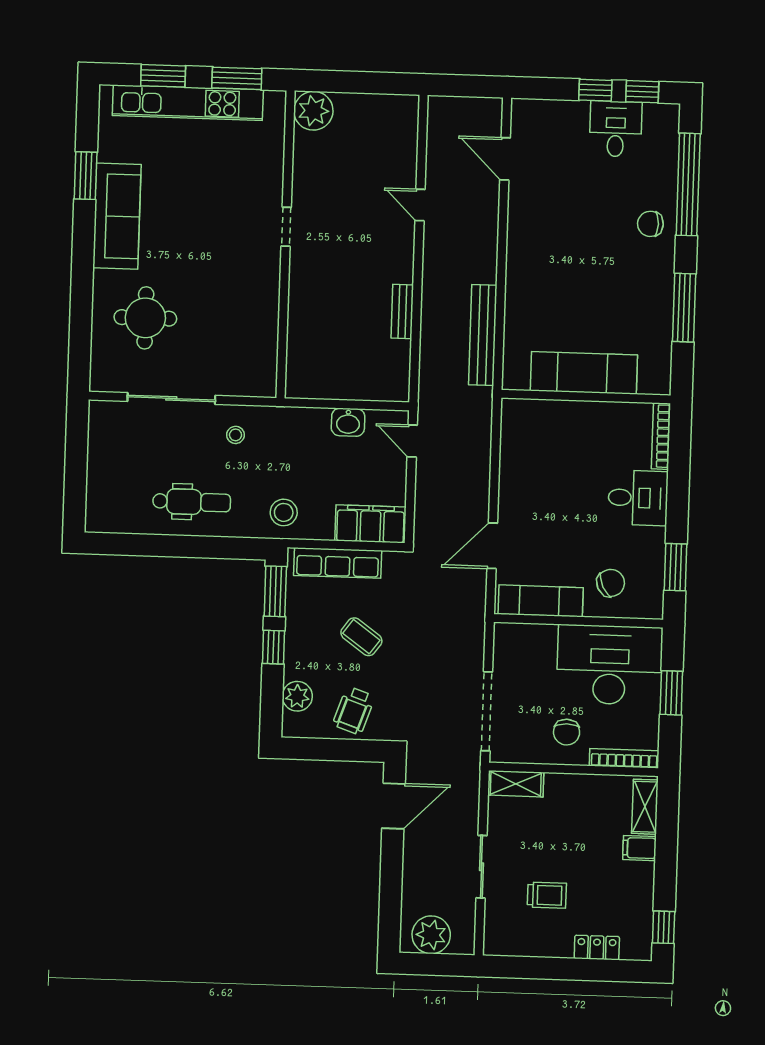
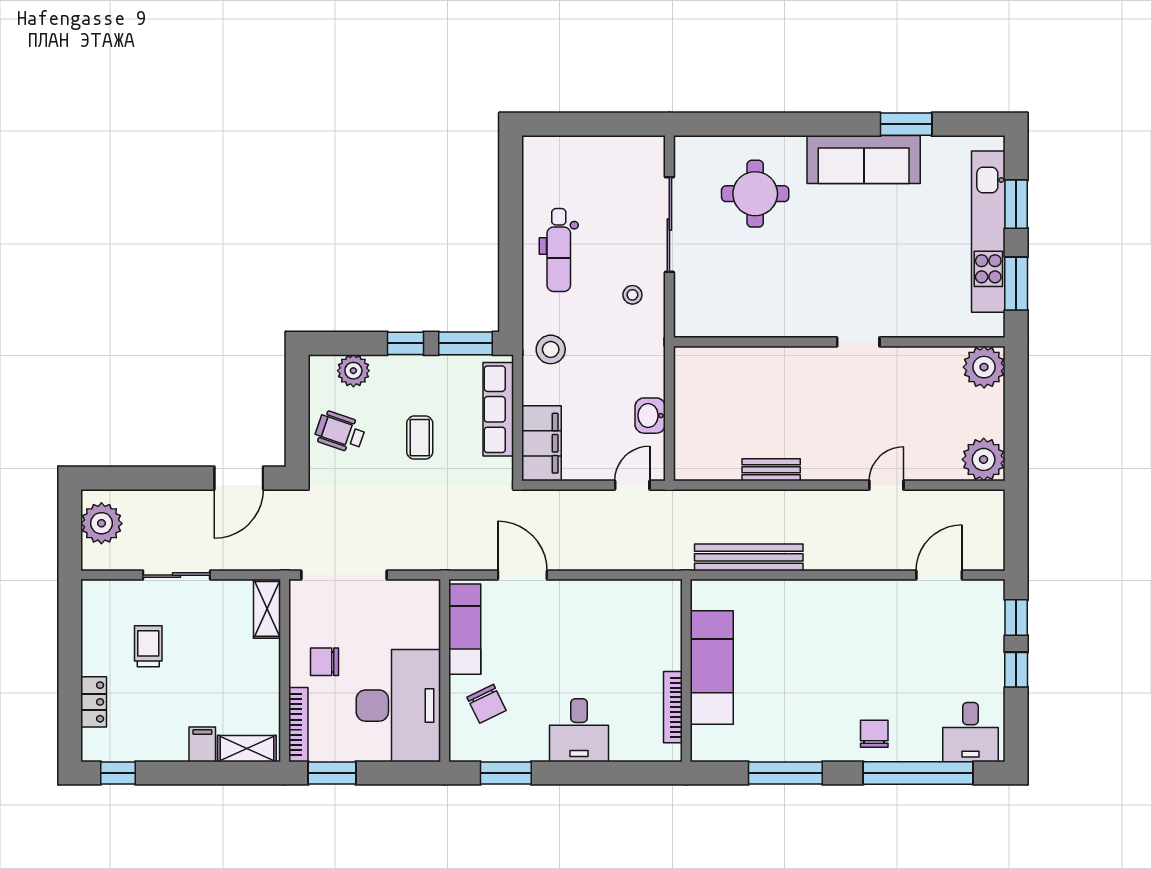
window: (642, 92) -> (1016, 618), moved
plant: (399, 114) -> (984, 459), added
desk: (616, 129) -> (971, 732), moved, turned 90
bookcase: (661, 436) -> (673, 707), moved, turned -90
coffee table: (361, 637) -> (420, 438), turned -36
window: (671, 693) -> (332, 773), moved
door: (393, 806) -> (239, 478), hinge flipped
trolley: (547, 895) -> (148, 646), turned 180

